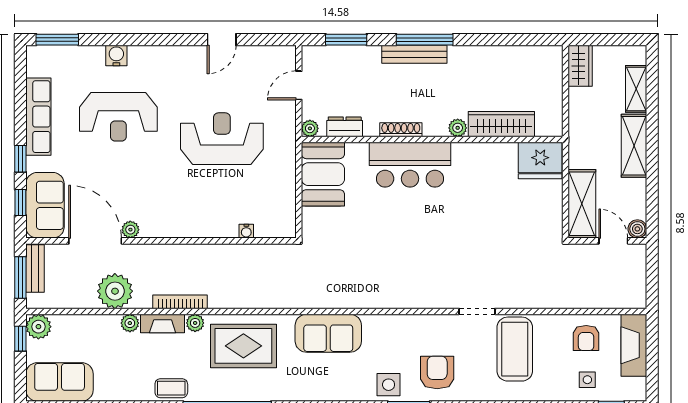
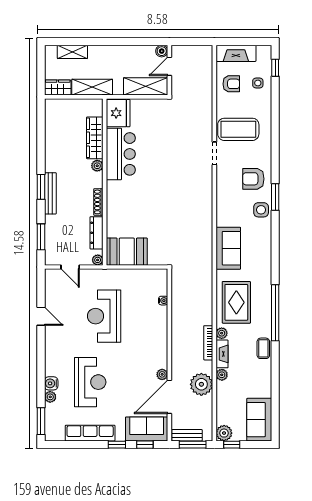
window: (425, 40) -> (41, 187), width x0.69
plant: (95, 54) -> (50, 397), added
dresser: (345, 127) -> (97, 233), width x1.44
shelving: (634, 146) -> (92, 87), moved
bar counter: (410, 165) -> (121, 154), moved

